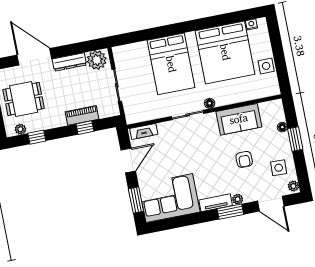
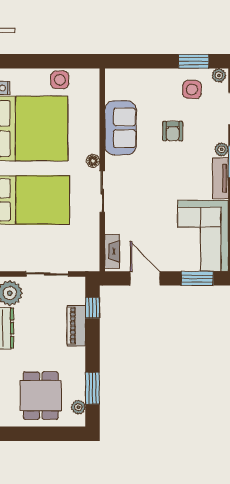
floor lamp: (282, 127) -> (141, 75), removed
window: (85, 128) -> (92, 308), moved
window: (37, 137) -> (92, 388), width x1.50
window: (295, 139) -> (194, 61), moved
armchair: (244, 159) -> (173, 131), turned 90

